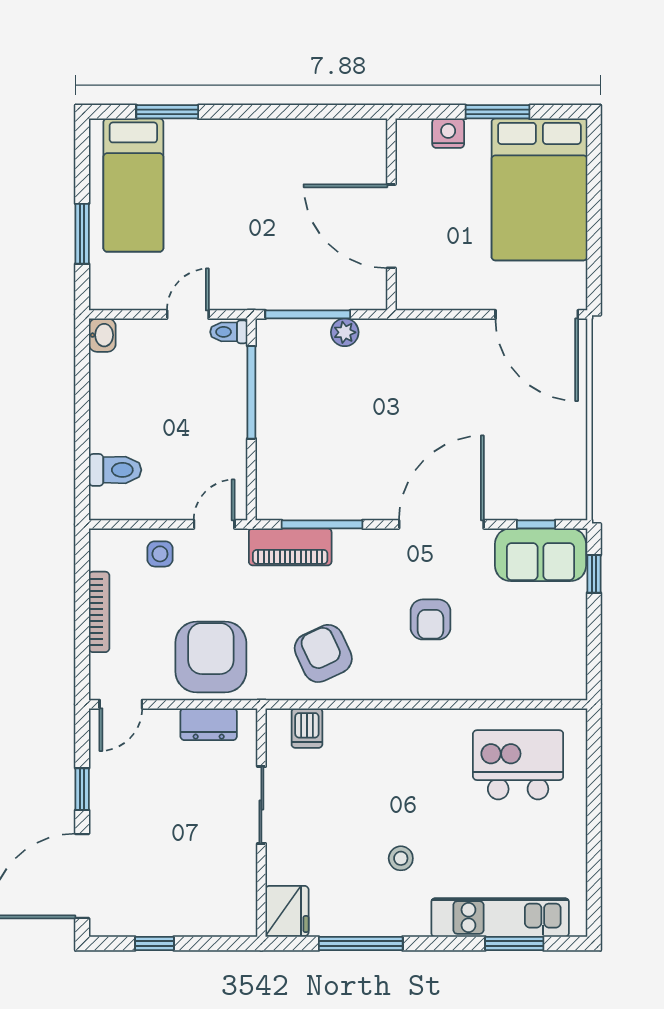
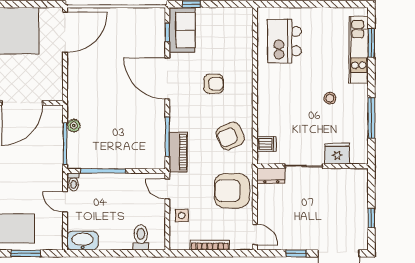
washbasin: (102, 335) -> (83, 241), width x1.91, depth x1.45
dresser: (209, 724) -> (271, 176), moved, turned 90
fridge: (287, 911) -> (337, 154), moved

